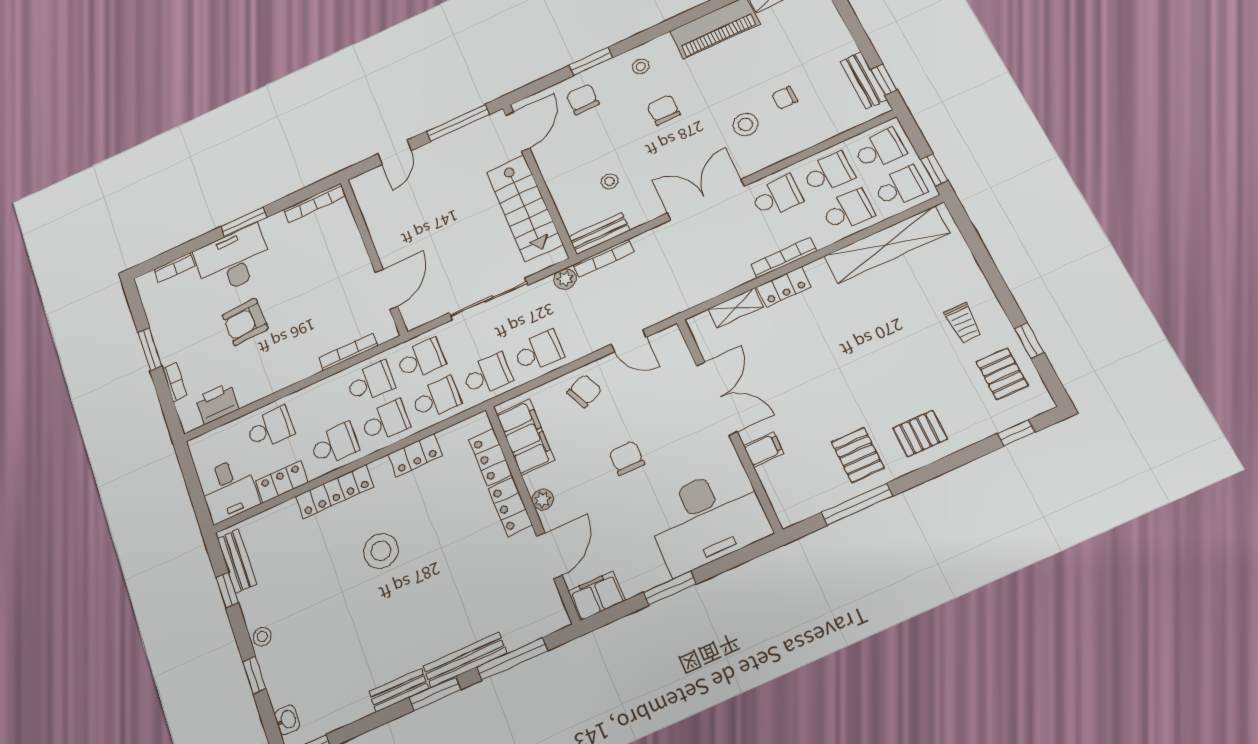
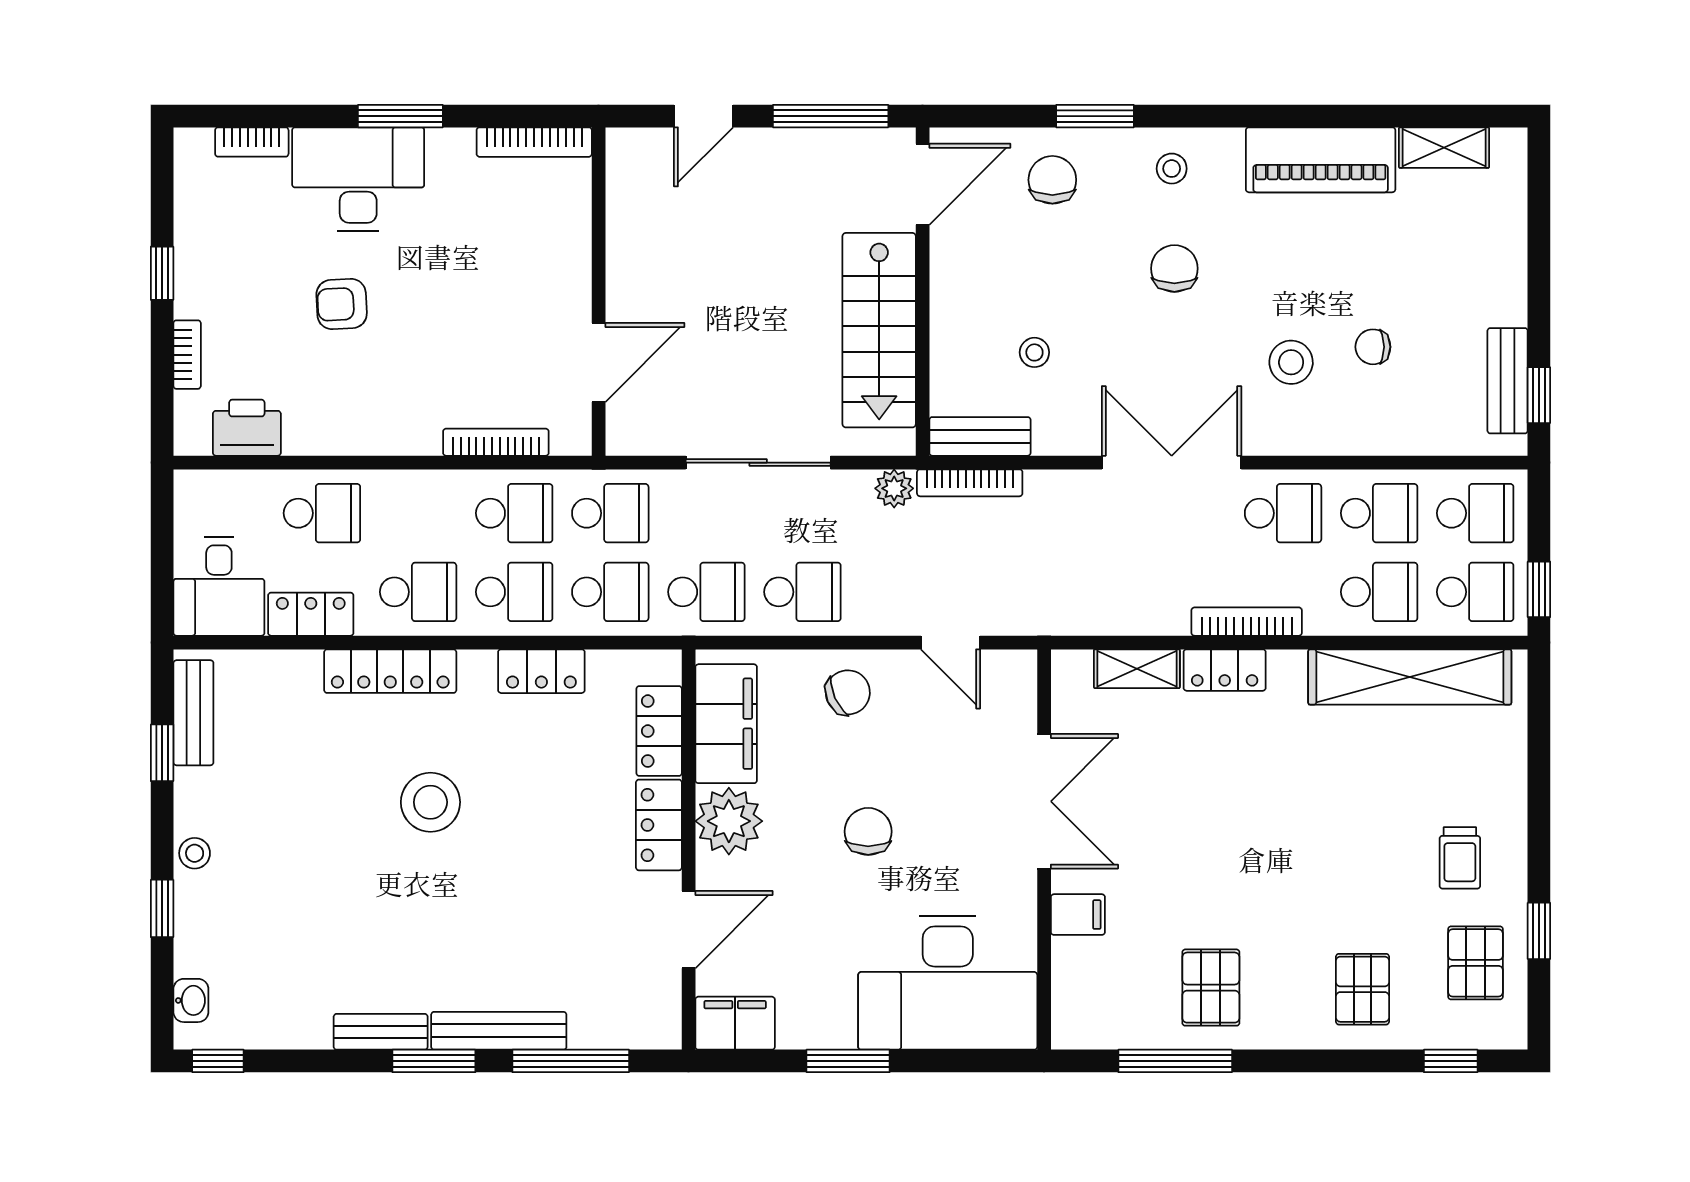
armchair: (245, 322) -> (342, 304), width x0.72, depth x0.72
window: (150, 349) -> (162, 273), width x0.67
pallet: (920, 434) -> (1362, 989), moved, turned 90
plant: (543, 499) -> (729, 821), width x1.88, depth x1.88

